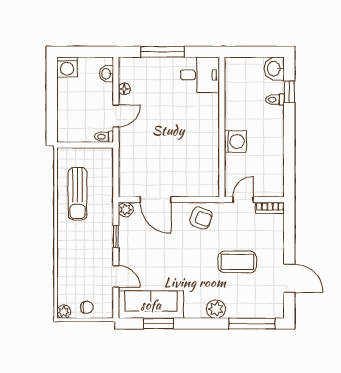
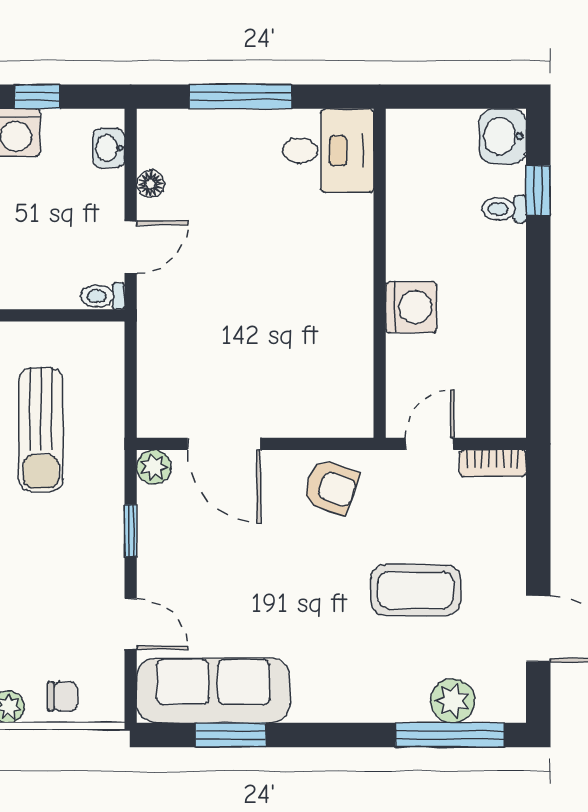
window: (76, 52) -> (37, 97), added
plant: (216, 309) -> (453, 701), moved

